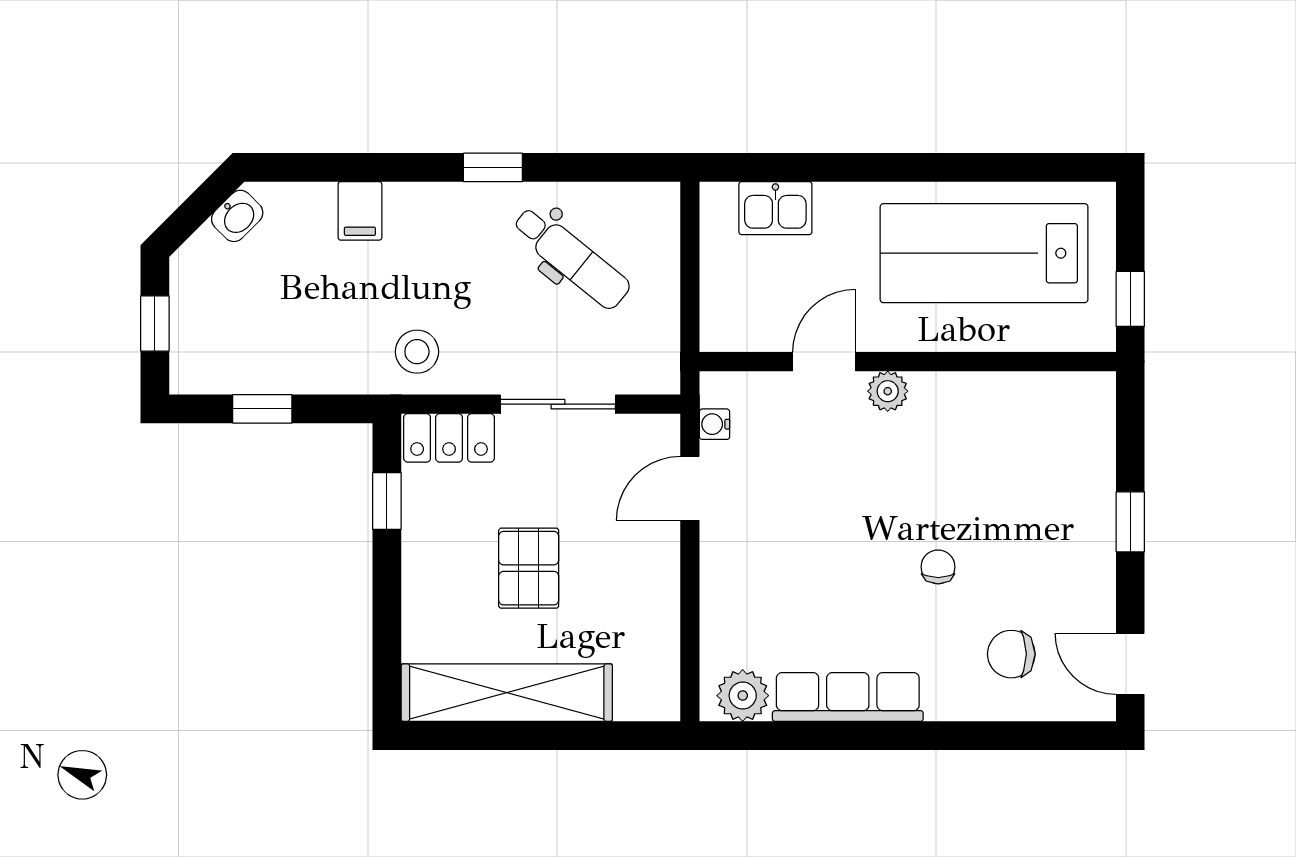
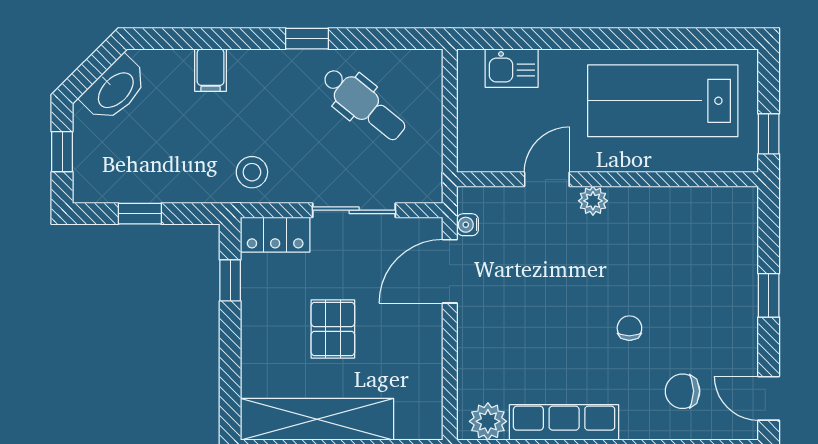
washbasin: (237, 216) -> (115, 89), width x1.91, depth x1.45
door: (690, 488) -> (450, 271), width x1.38

